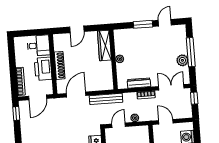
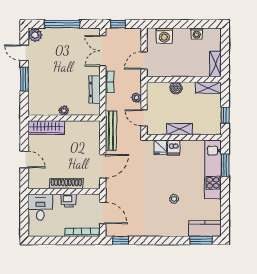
plant: (182, 60) -> (35, 35), moved
printer: (43, 69) -> (69, 201), width x0.53, depth x0.68
door: (76, 94) -> (103, 166), swing flipped

